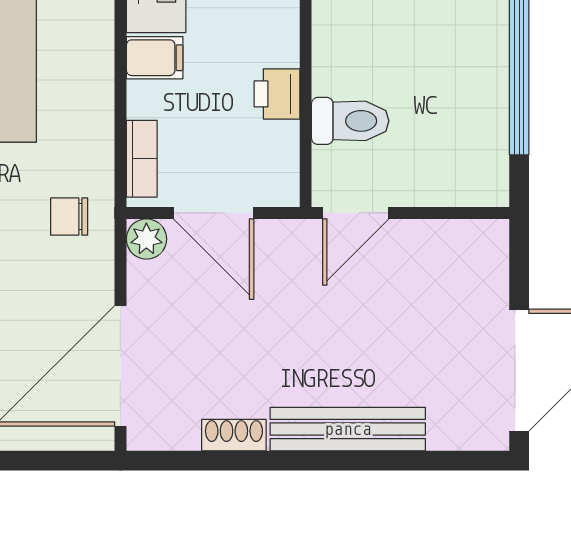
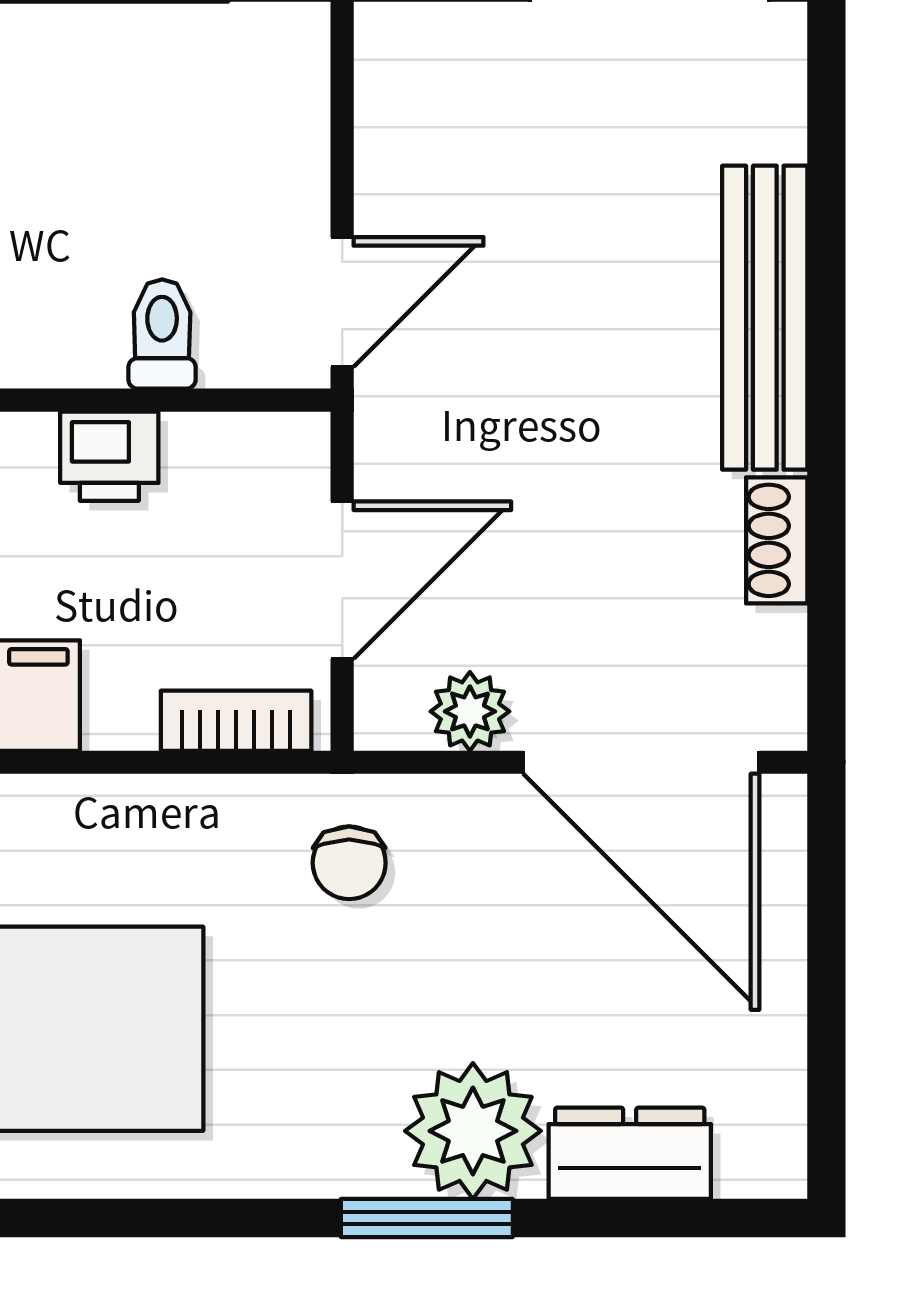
toilet: (350, 121) -> (162, 334), width x0.73, depth x0.72
door: (356, 213) -> (342, 302), hinge flipped
plant: (146, 239) -> (470, 711), moved

